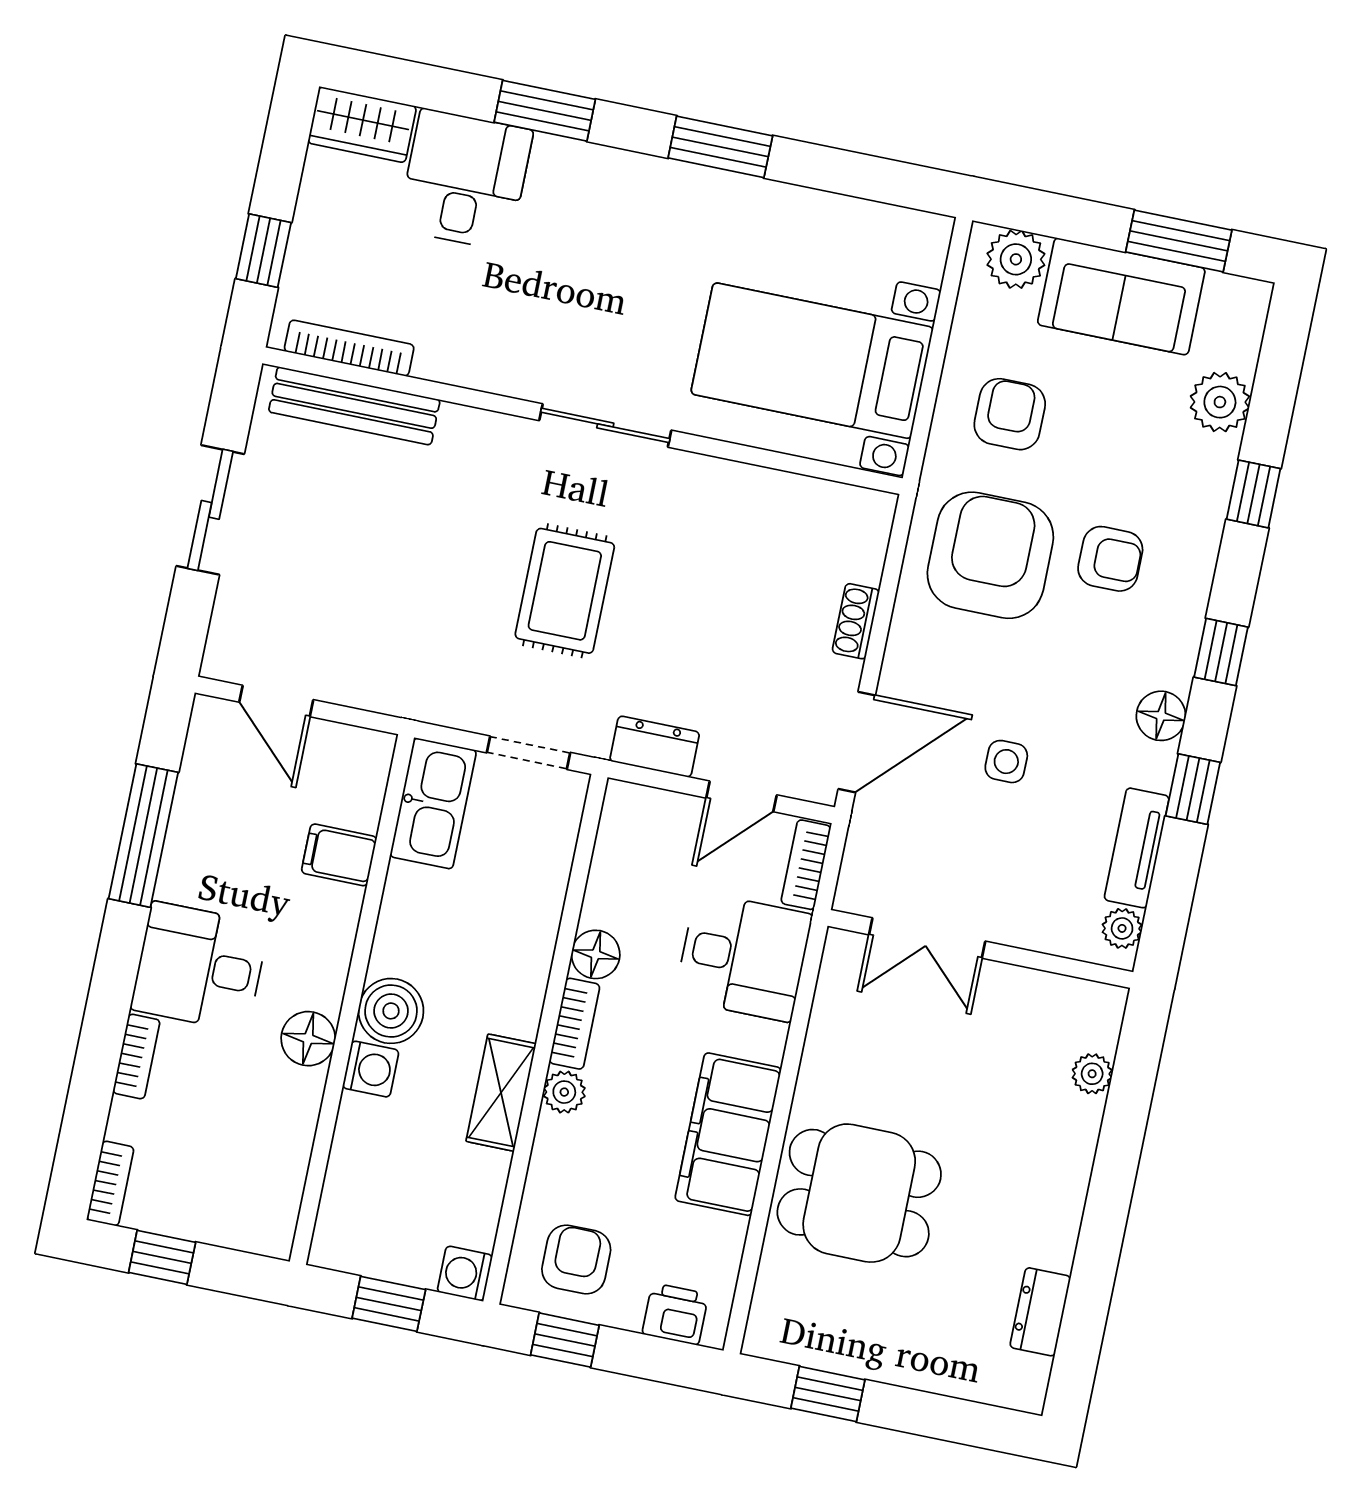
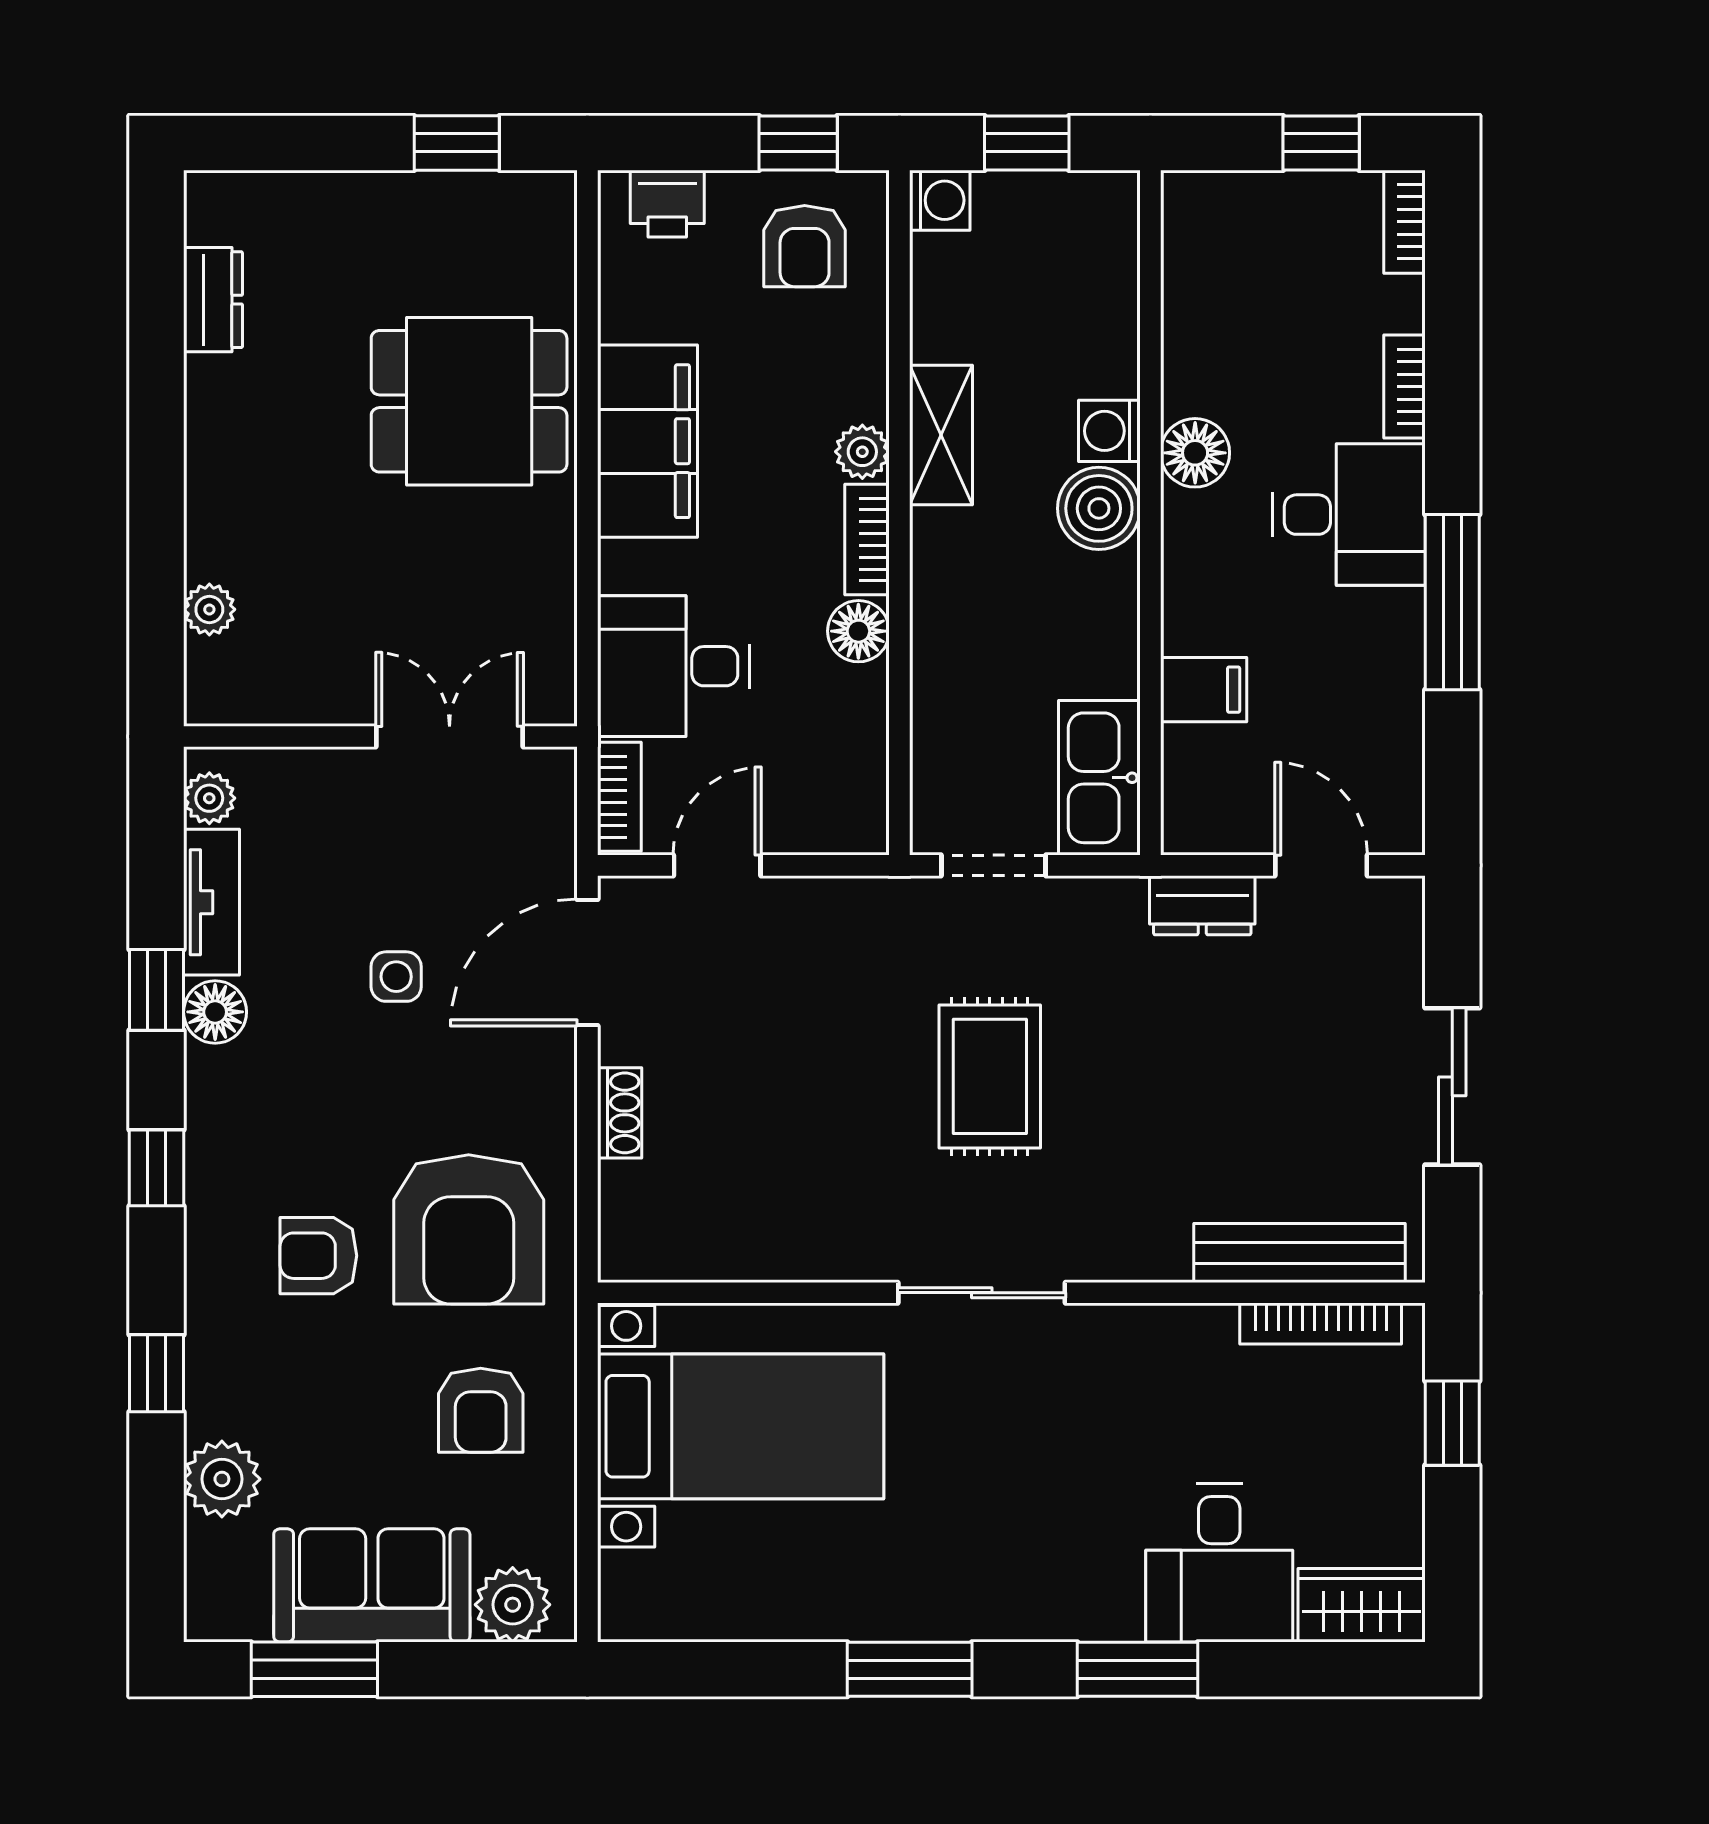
floor lamp: (1161, 716) -> (215, 1012), moved
dresser: (655, 747) -> (1202, 905), moved
window: (143, 836) -> (1452, 602), moved

